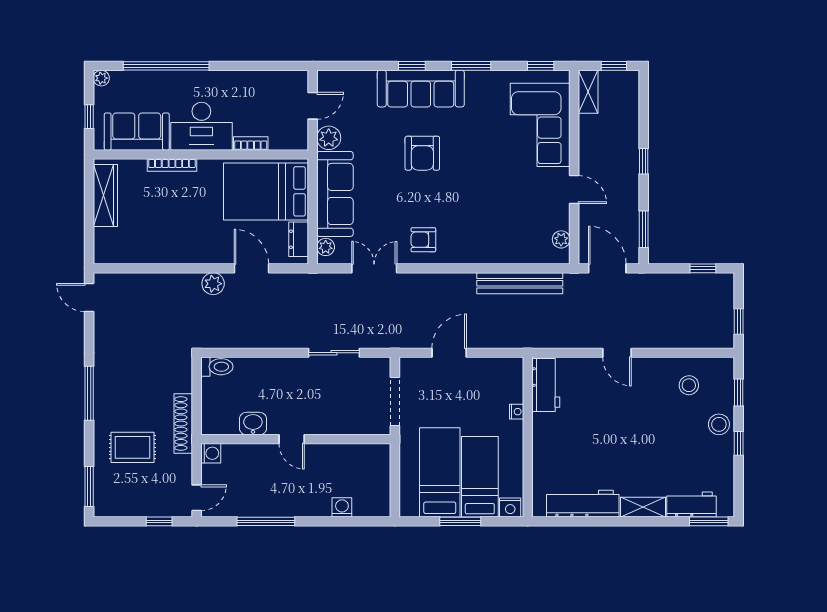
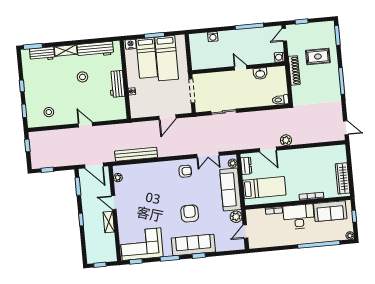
shelving: (588, 92) -> (109, 222), moved
corner sofa: (540, 125) -> (141, 244), moved, turned -90
bed: (266, 191) -> (264, 188), width x0.67
workbench: (546, 385) -> (117, 84), moved
stool: (719, 424) -> (82, 77), moved

